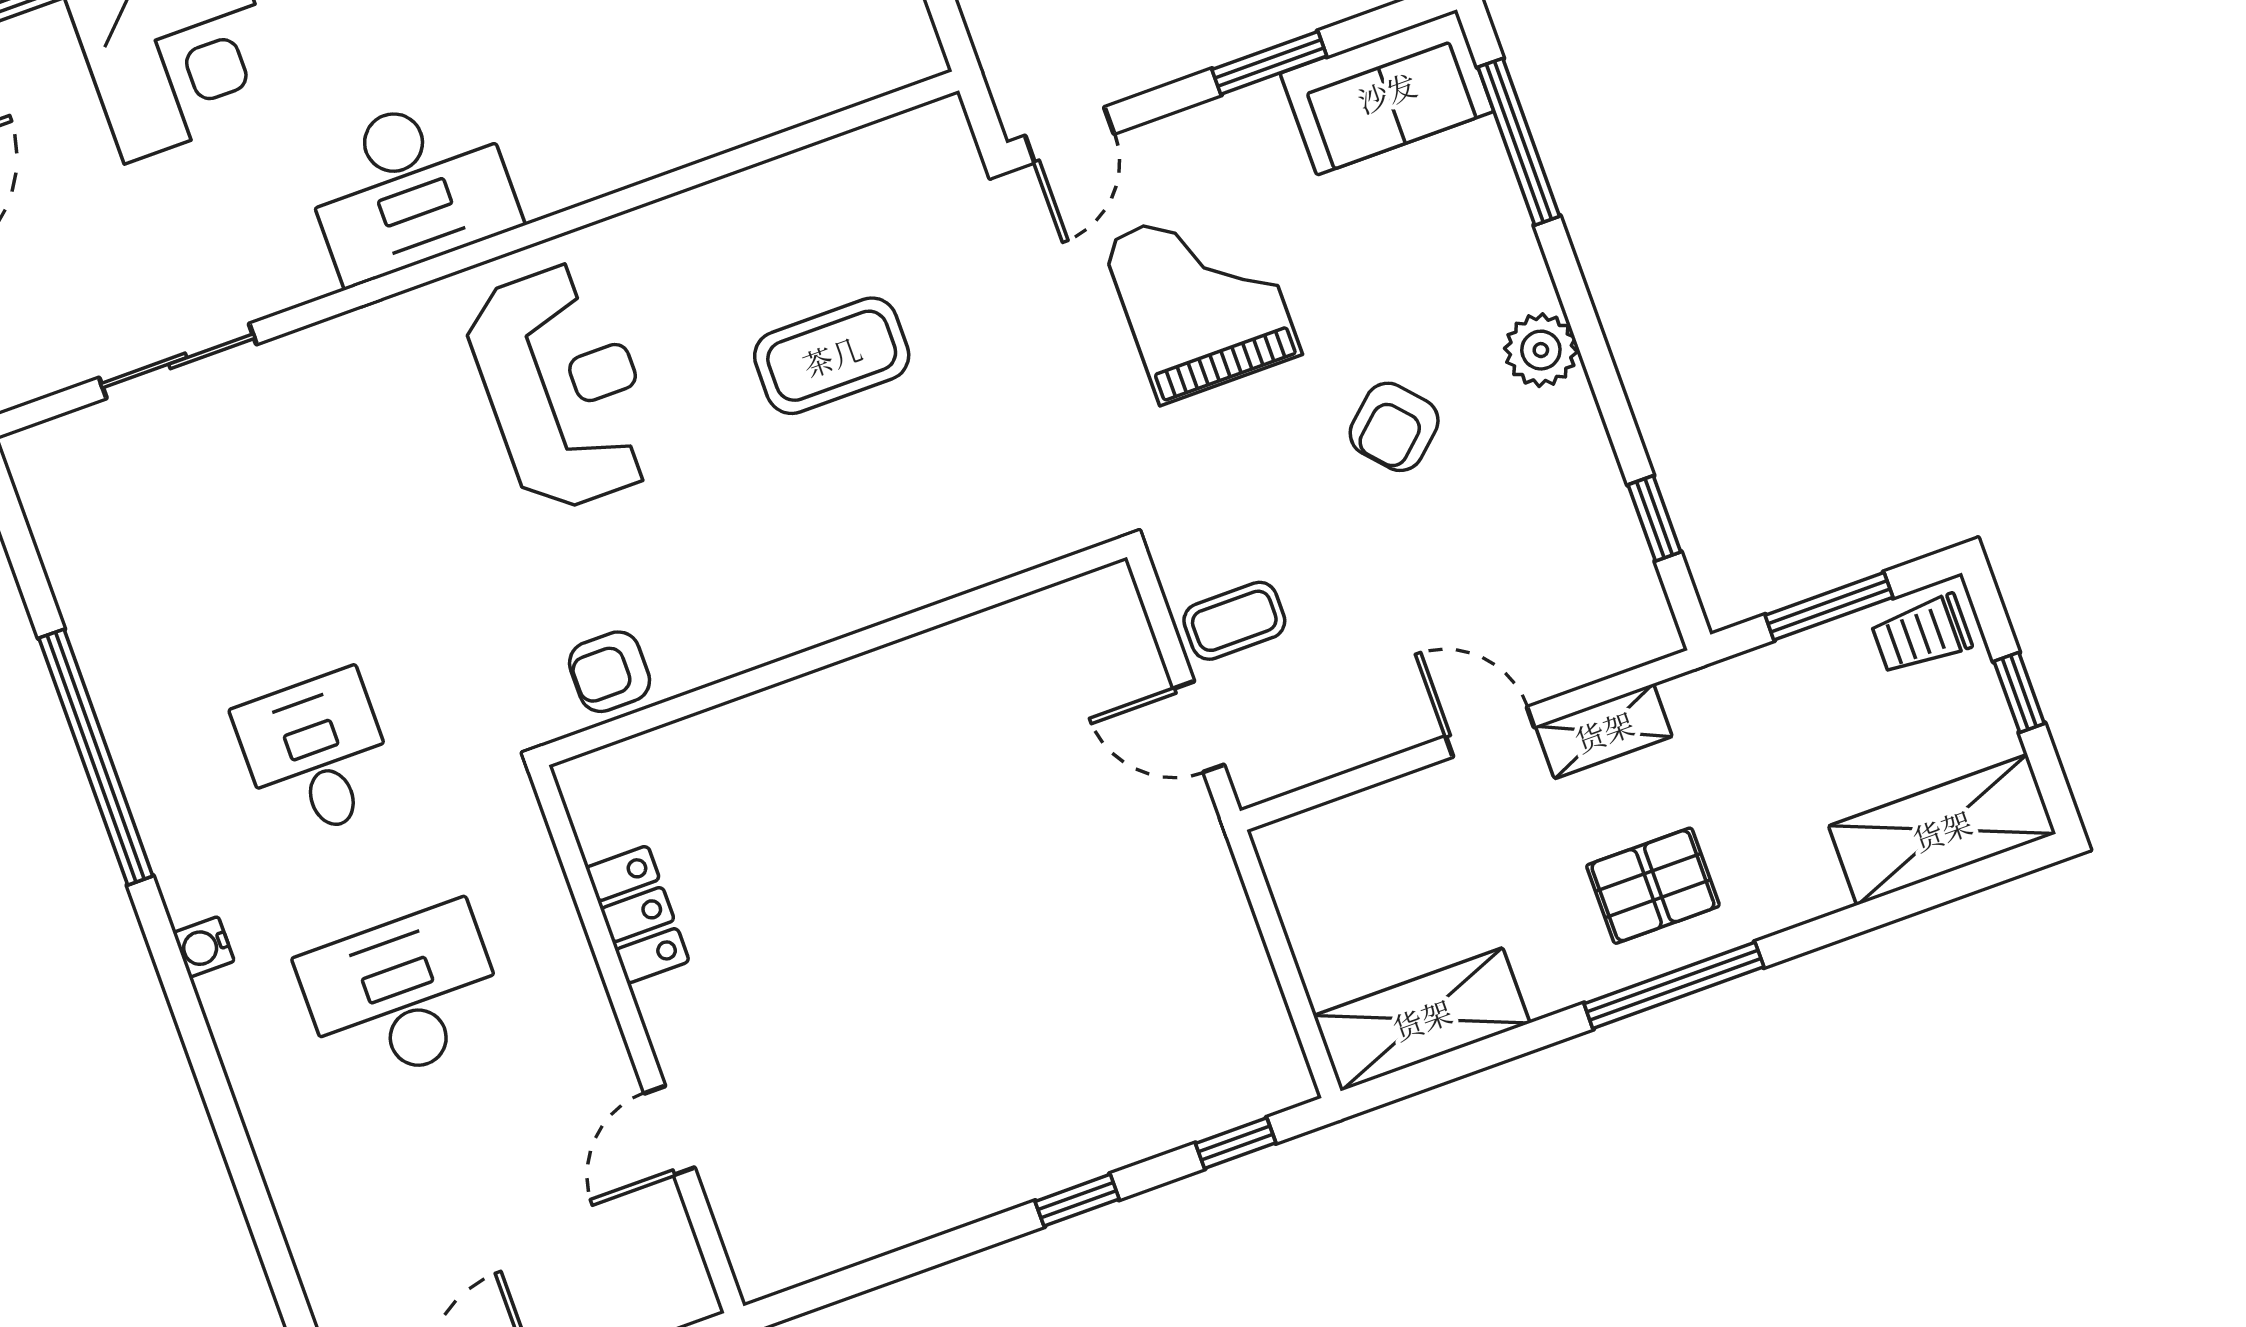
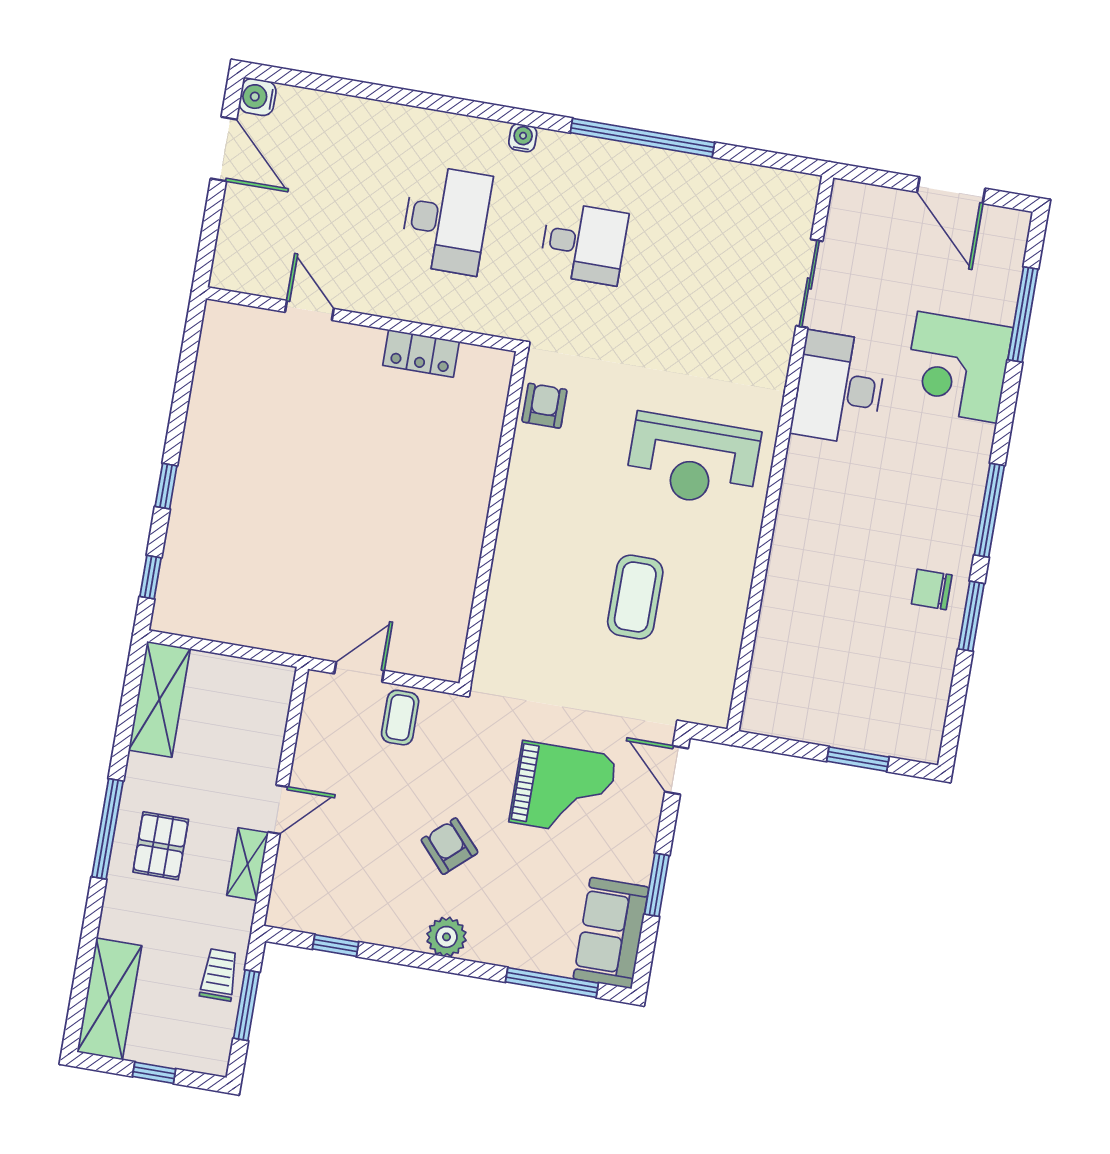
desk: (409, 187) -> (839, 388), moved
trolley: (1921, 634) -> (219, 975), moved

